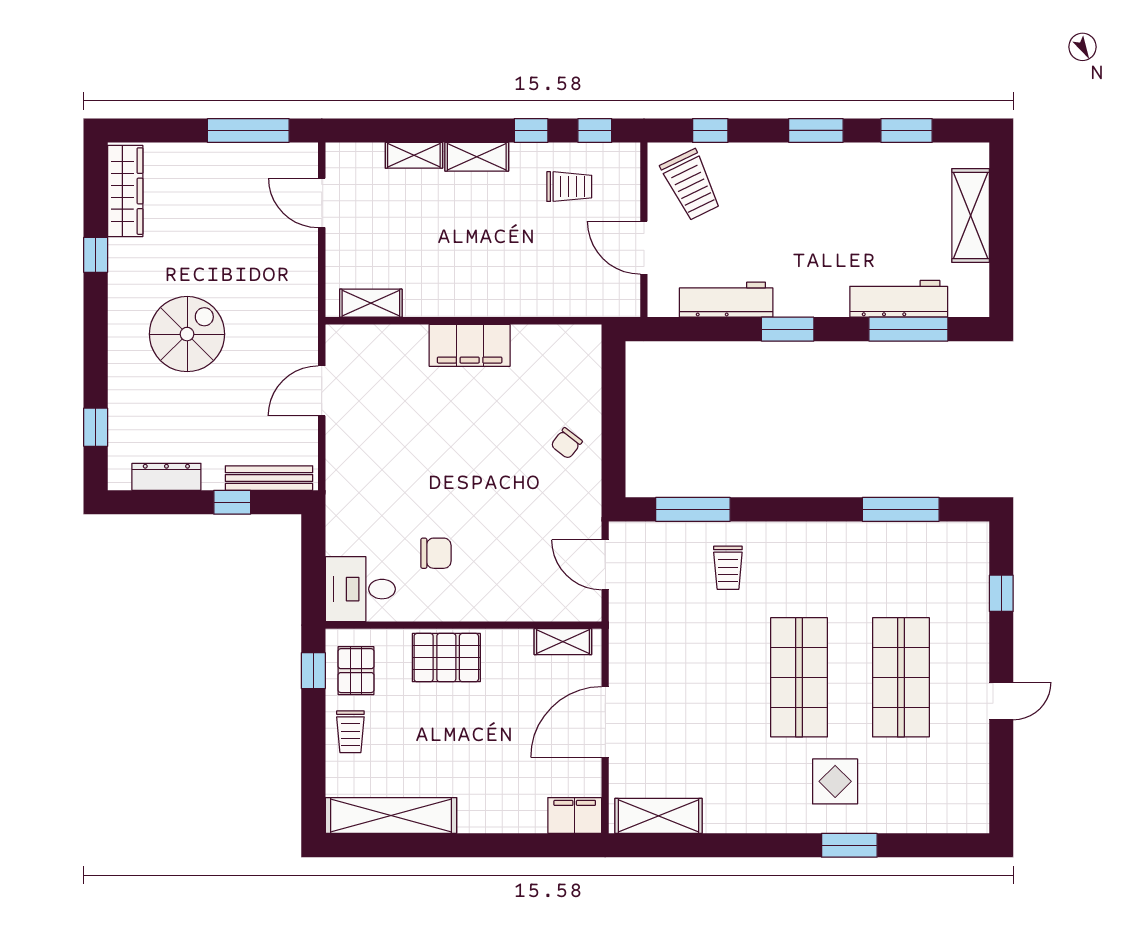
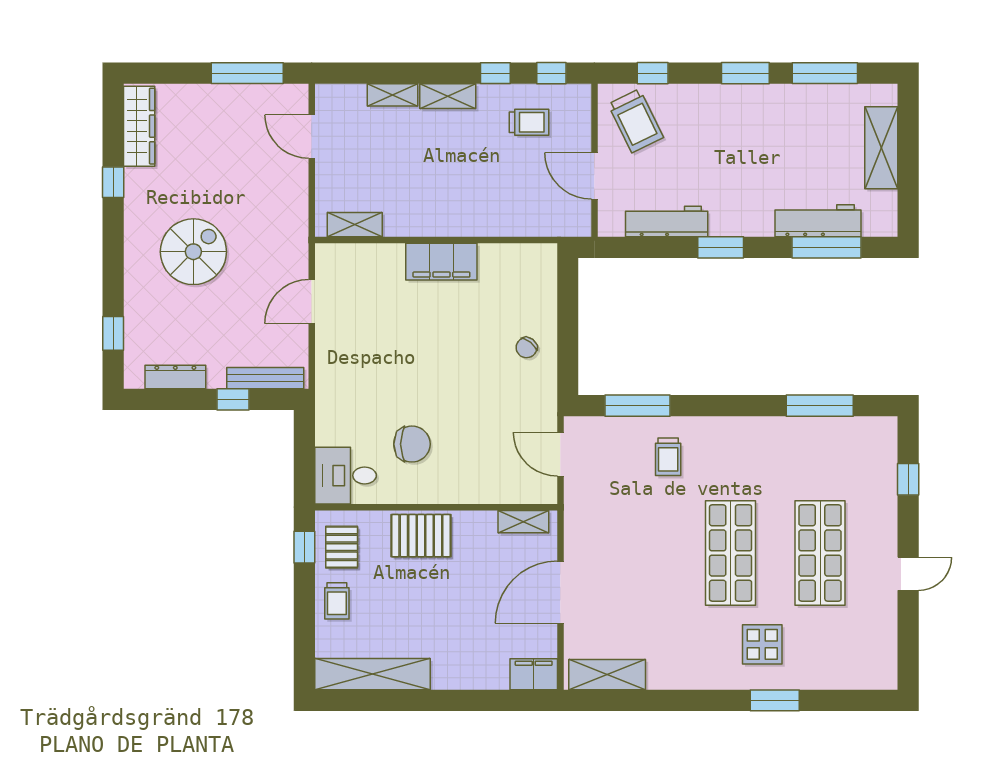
window: (907, 130) -> (825, 73), width x1.44
chair: (436, 553) -> (412, 444), width x1.37, depth x1.37

